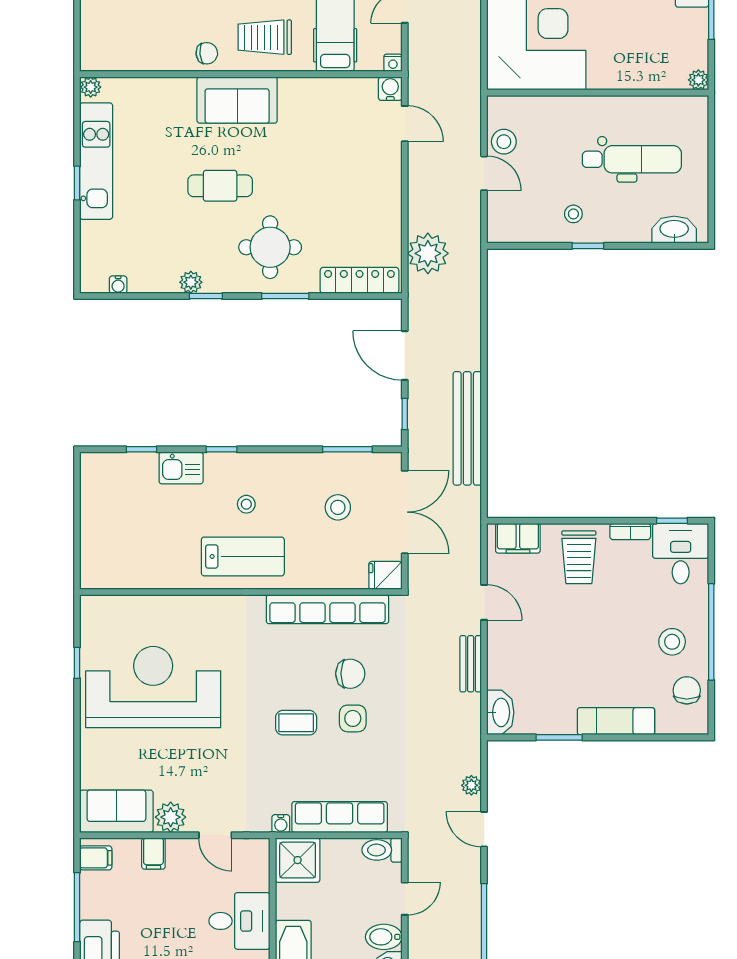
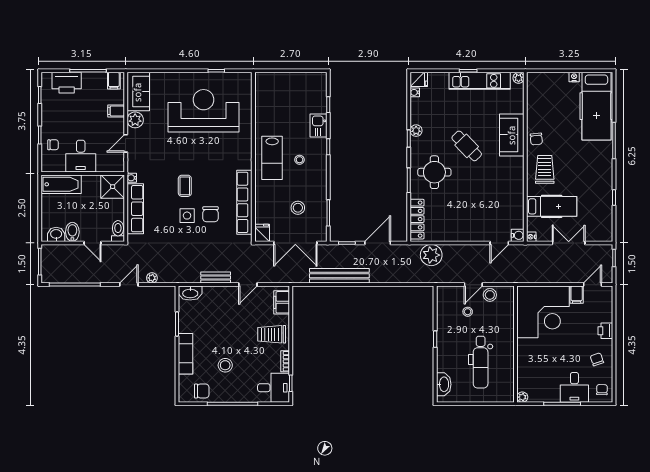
sofa: (237, 100) -> (512, 135), moved
cafe table: (220, 186) -> (467, 146), turned -44
stool: (573, 214) -> (468, 312), moved
fridge: (93, 277) -> (419, 79), added
stool: (672, 642) -> (225, 365), moved
reception desk: (153, 687) -> (204, 111), turned -90

